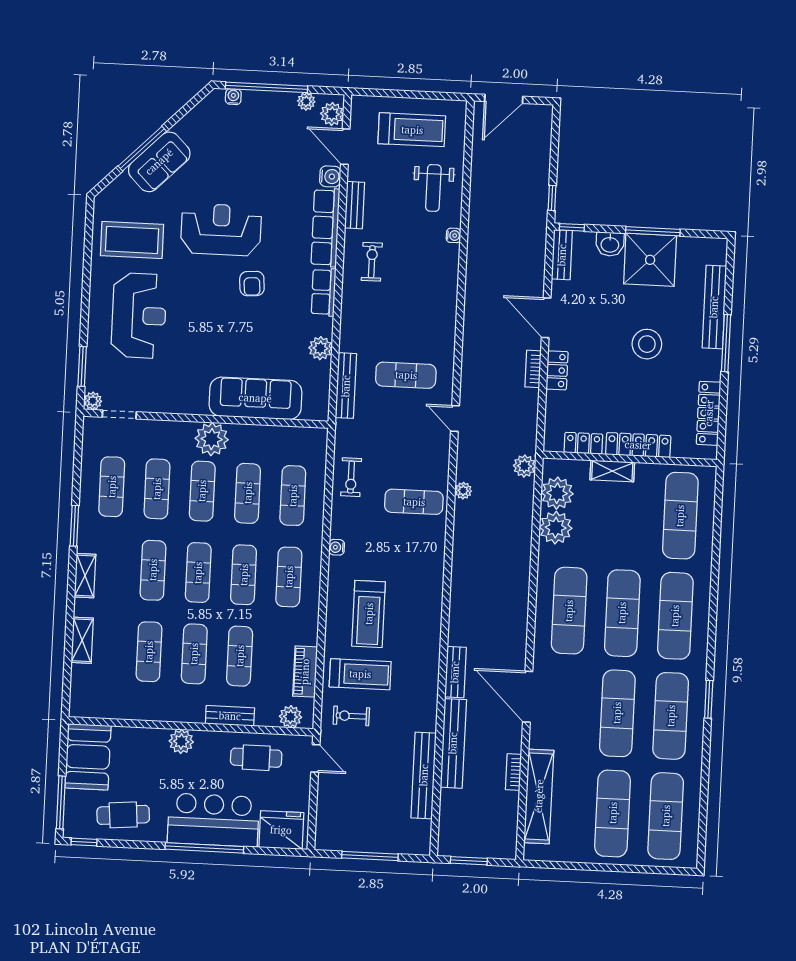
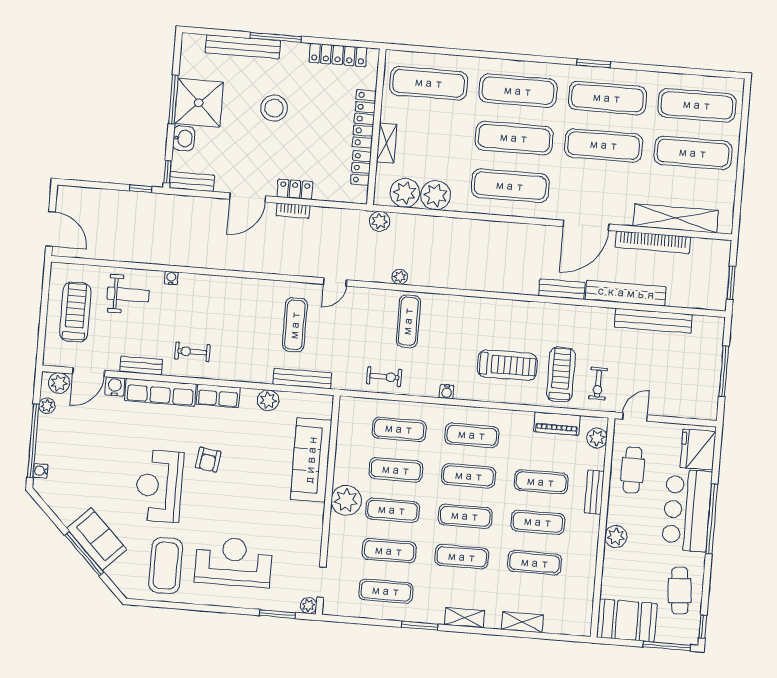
armchair: (252, 284) -> (208, 460), turned 102
bookcase: (514, 772) -> (653, 242), width x2.31, depth x1.31

